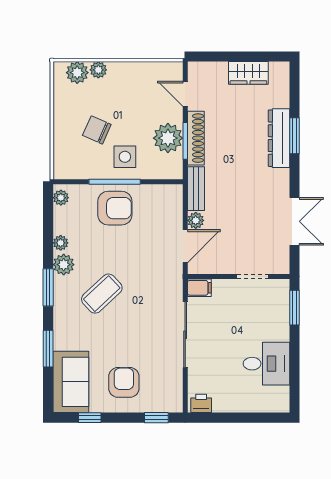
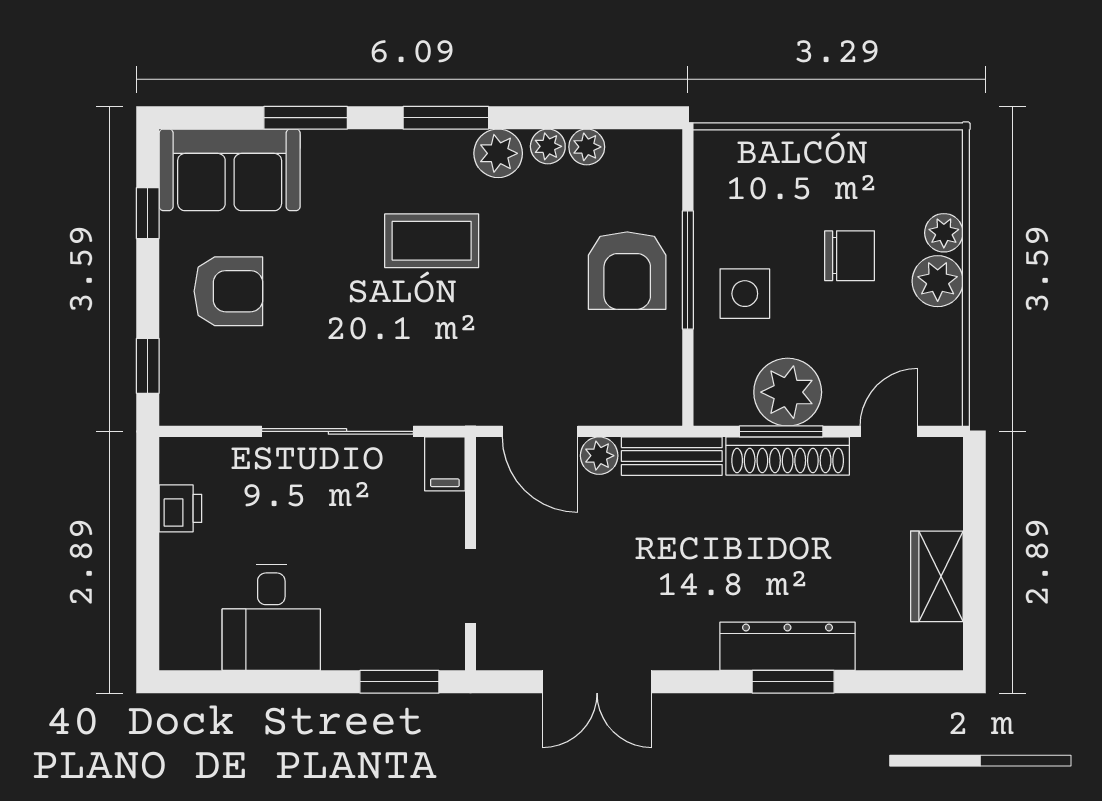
plant: (77, 73) -> (938, 281), moved
chair: (97, 130) -> (850, 256), moved, turned 66
plant: (61, 198) -> (587, 147), moved
coffee table: (102, 294) -> (432, 241), turned -47
printer: (201, 403) -> (180, 508), moved

